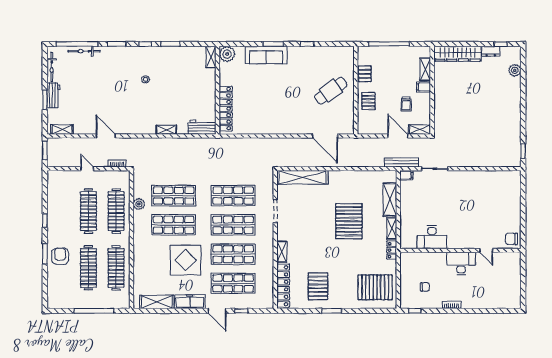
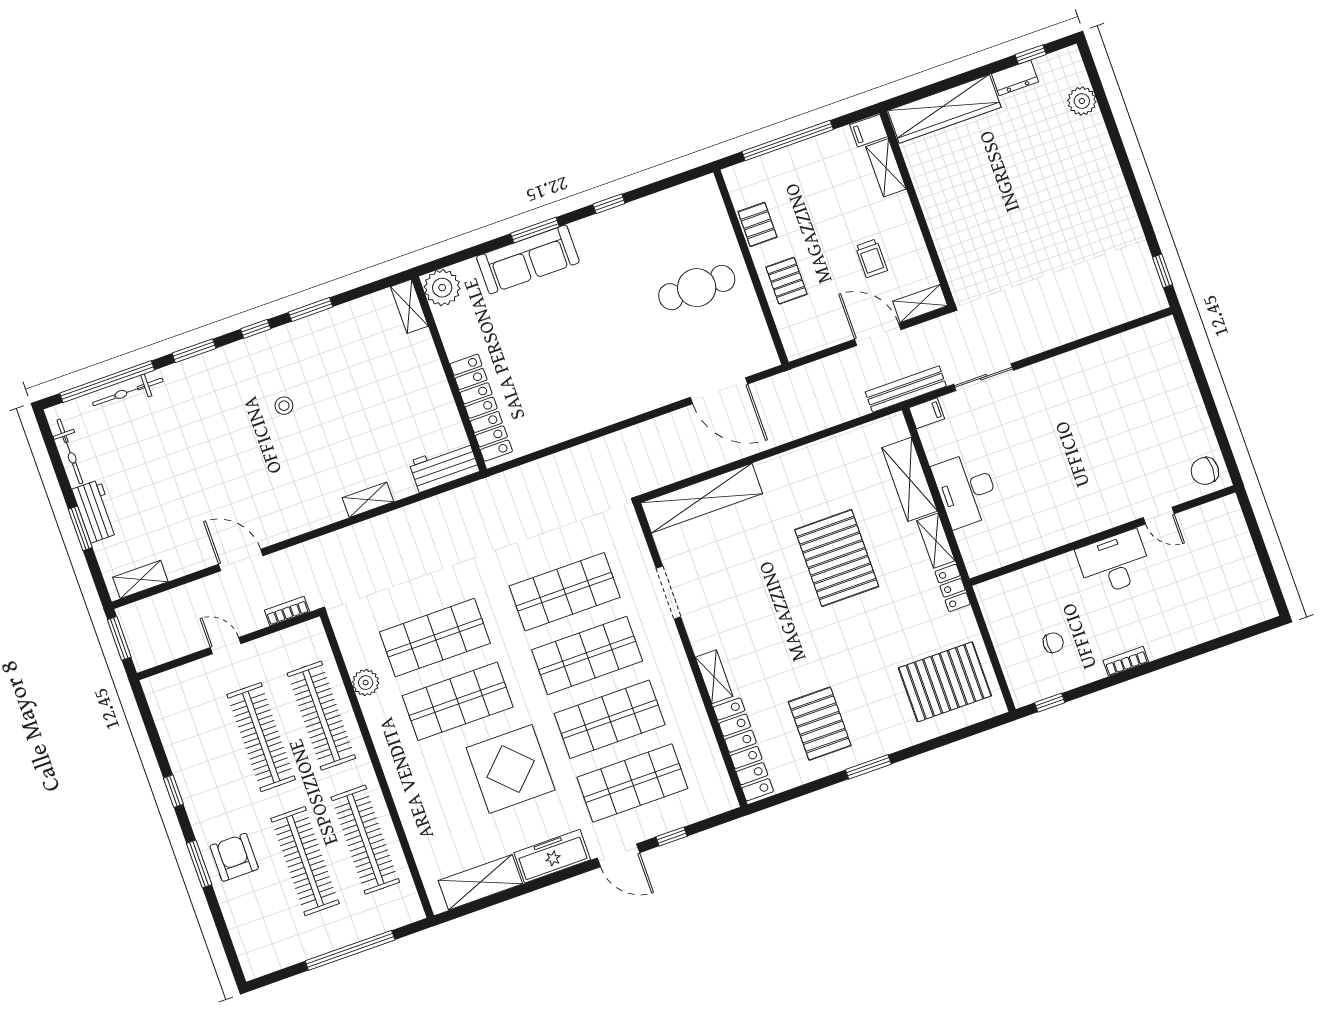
filing cabinet: (424, 87) -> (869, 131), moved
cafe table: (331, 91) -> (697, 288), turned 36
desk: (432, 237) -> (966, 490), moved, turned 90

